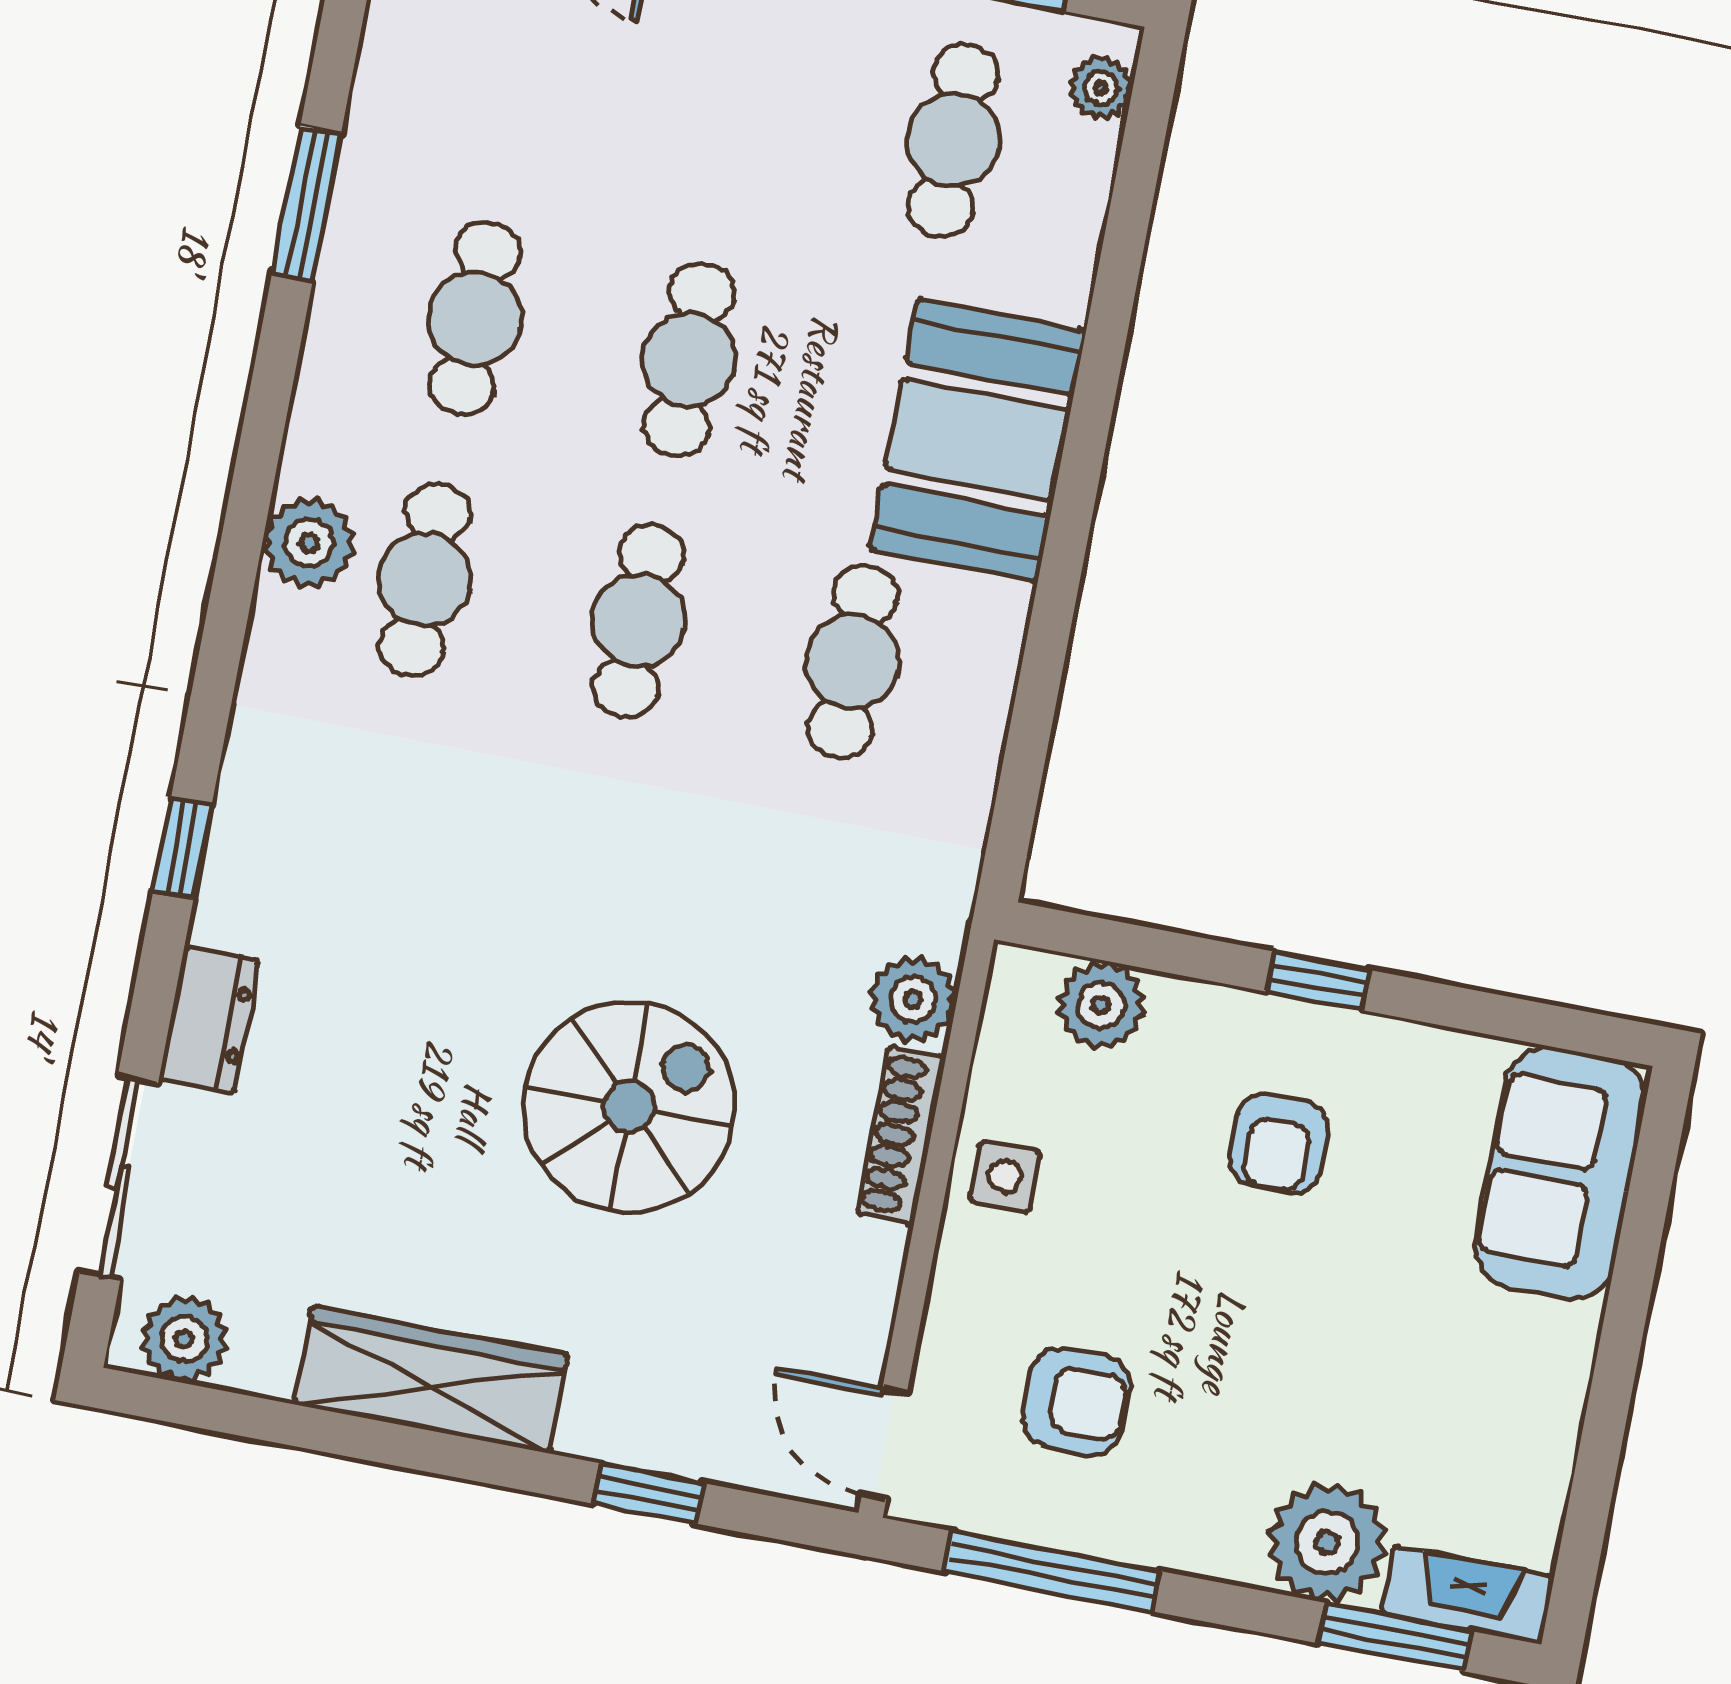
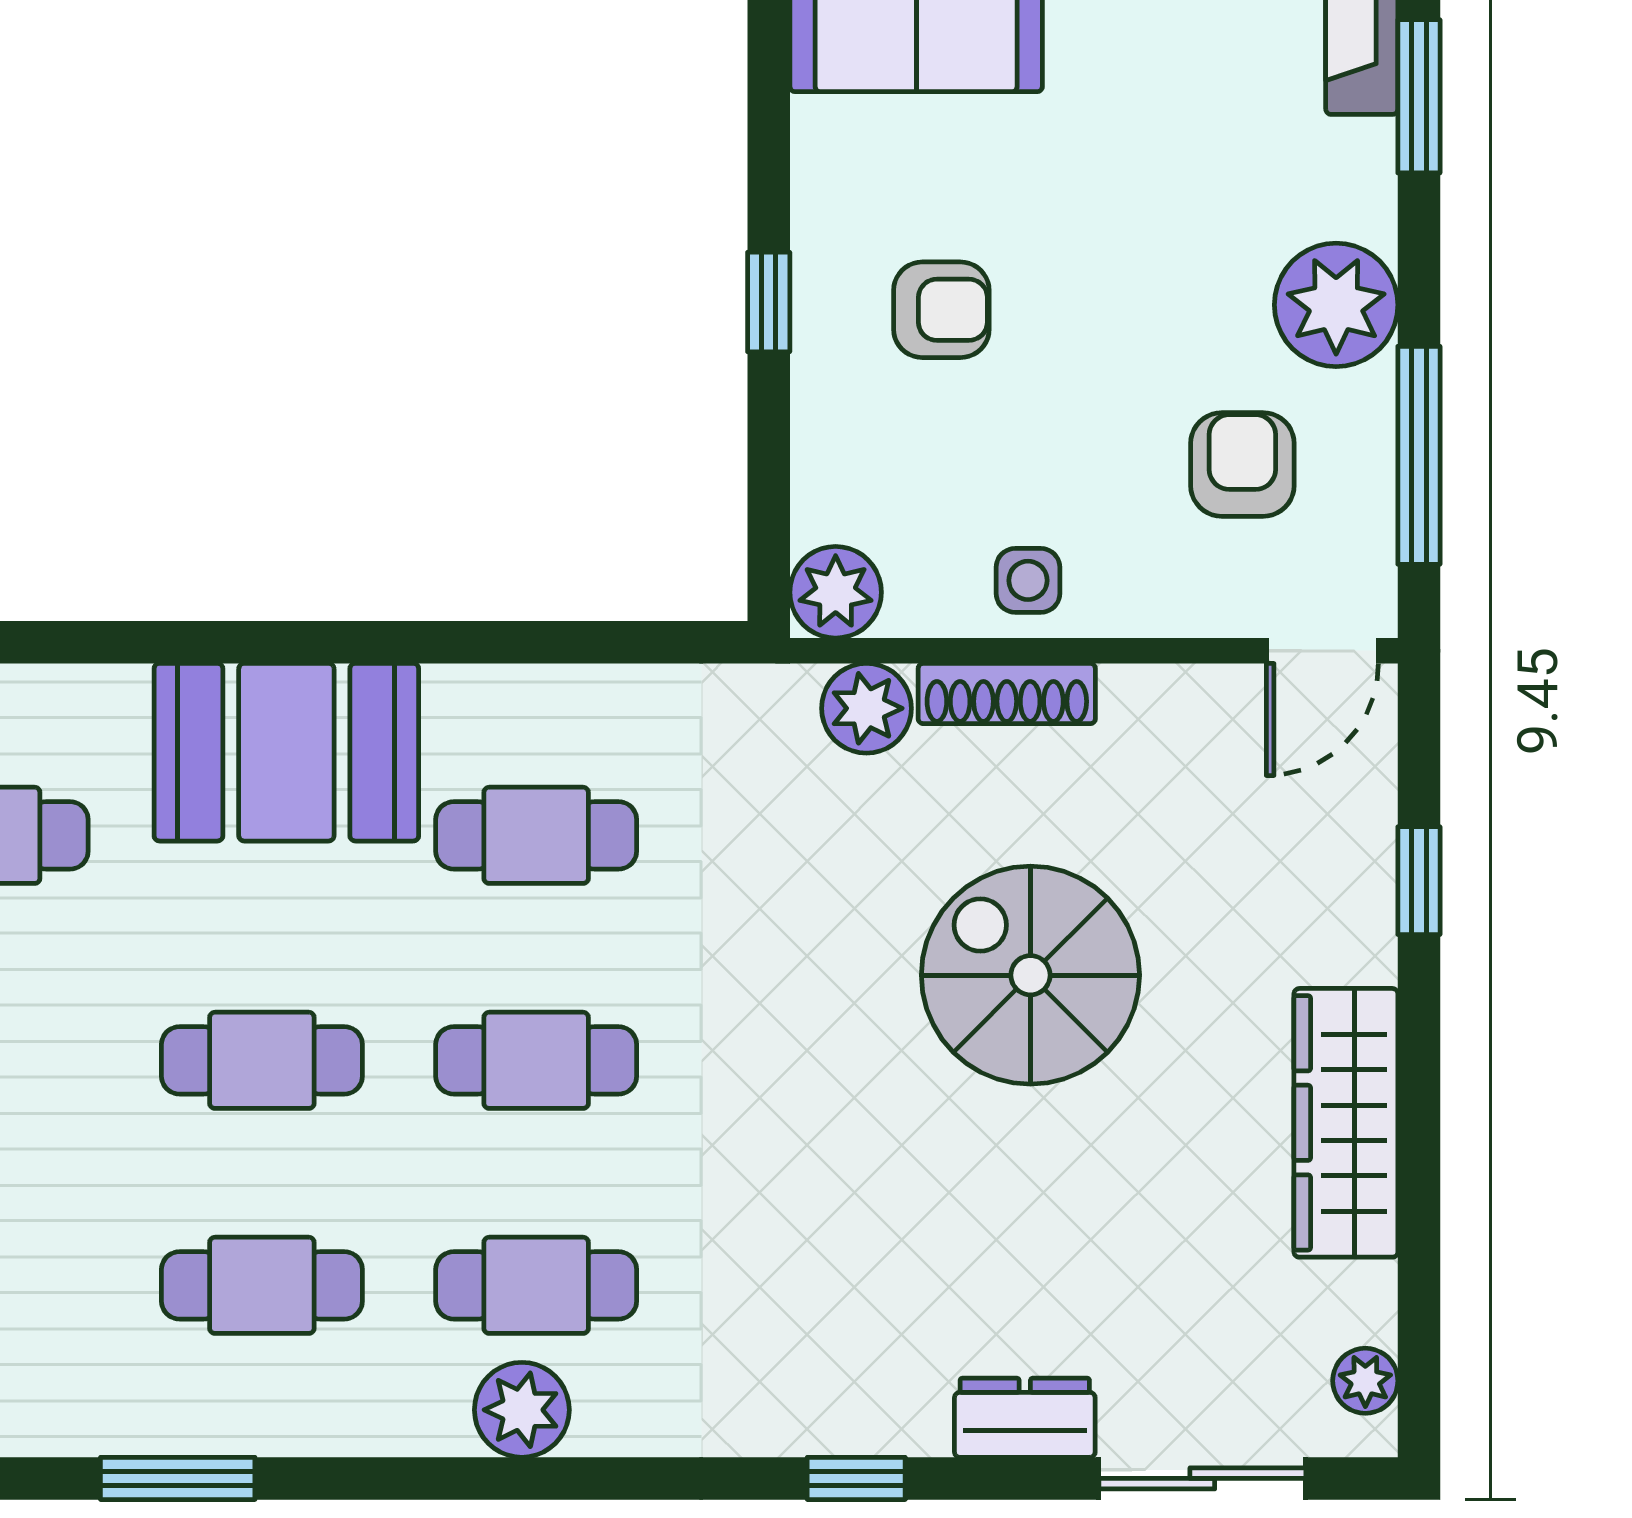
plant: (1101, 1005) -> (836, 592), moved
plant: (184, 1339) -> (1365, 1381), width x0.73, depth x0.73
plant: (1327, 1542) -> (1336, 305), moved

